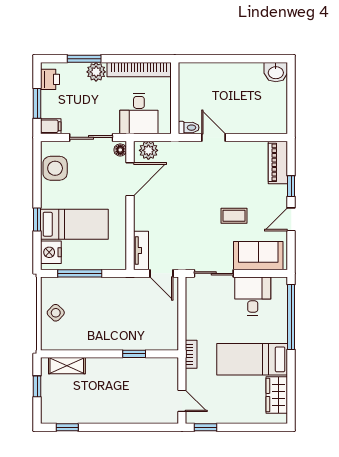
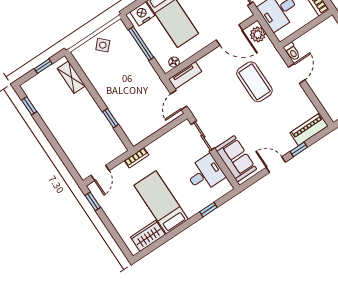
floor lamp: (120, 150) -> (174, 62), moved
coffee table: (234, 216) -> (254, 82), moved, width x1.86, depth x1.72
window: (291, 317) -> (208, 210), width x0.32

